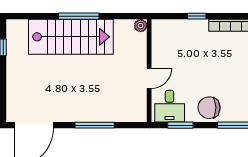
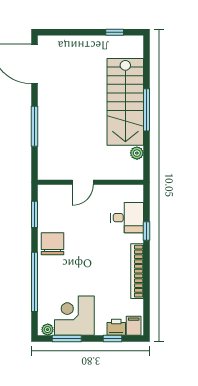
plant: (141, 26) -> (137, 153), moved
door: (149, 78) -> (83, 182), hinge flipped
desk: (170, 106) -> (127, 218), moved, turned 180

